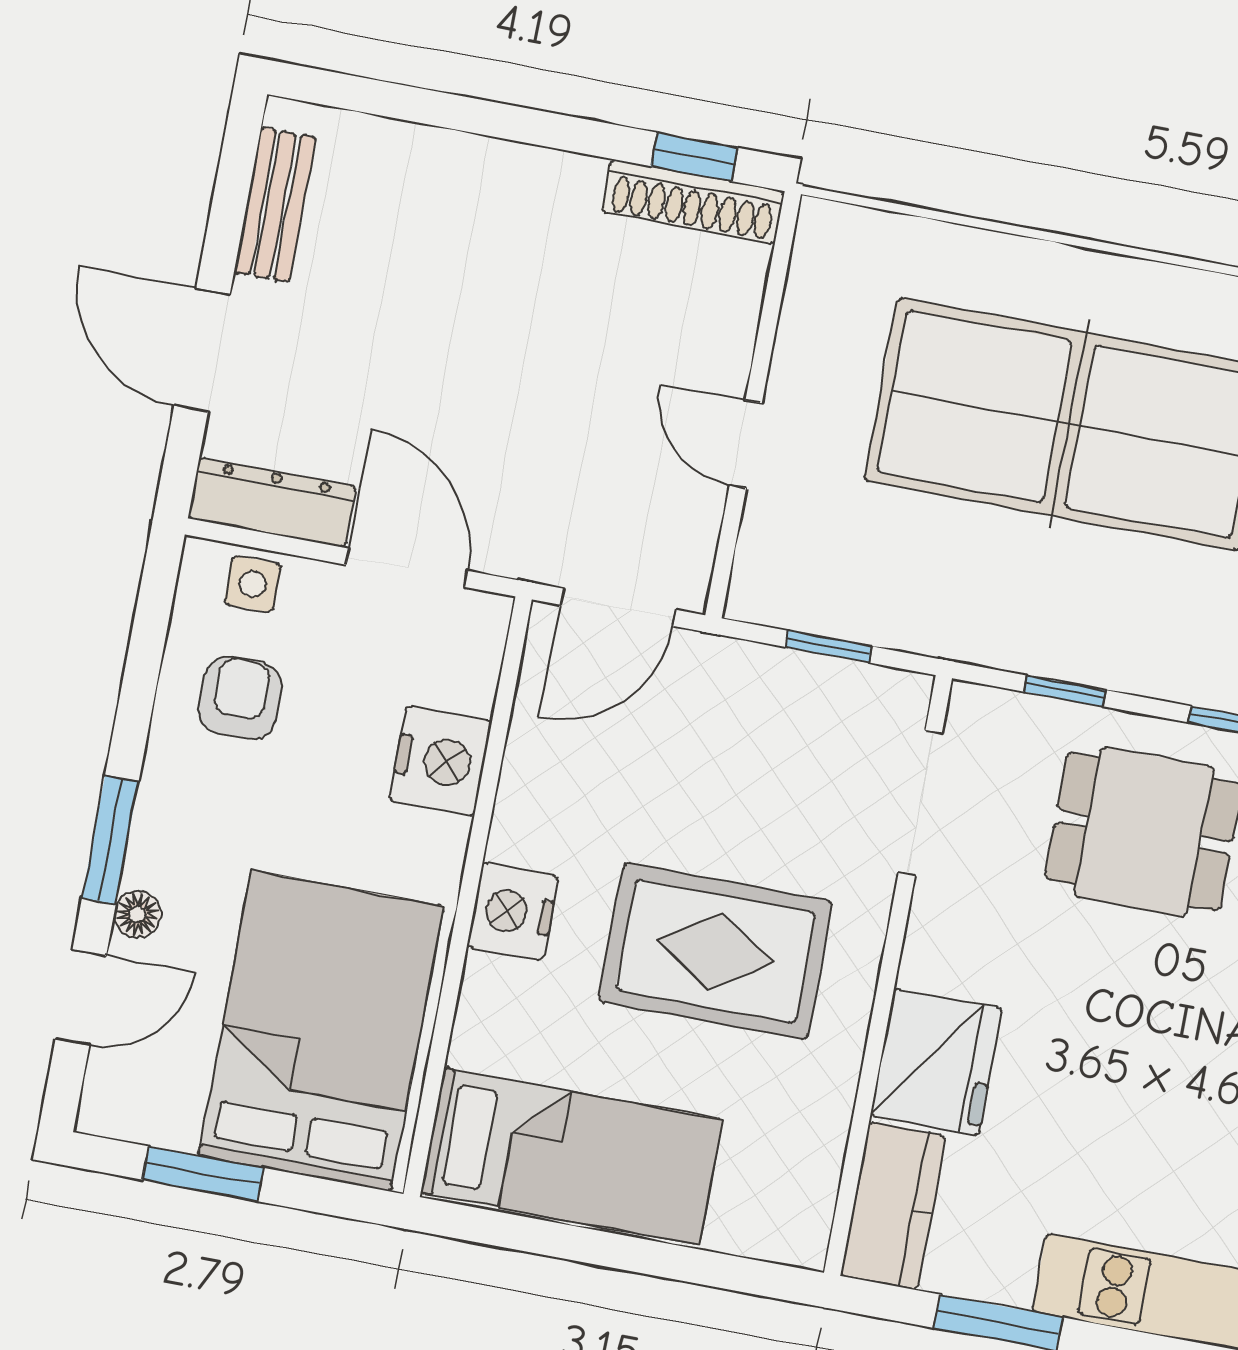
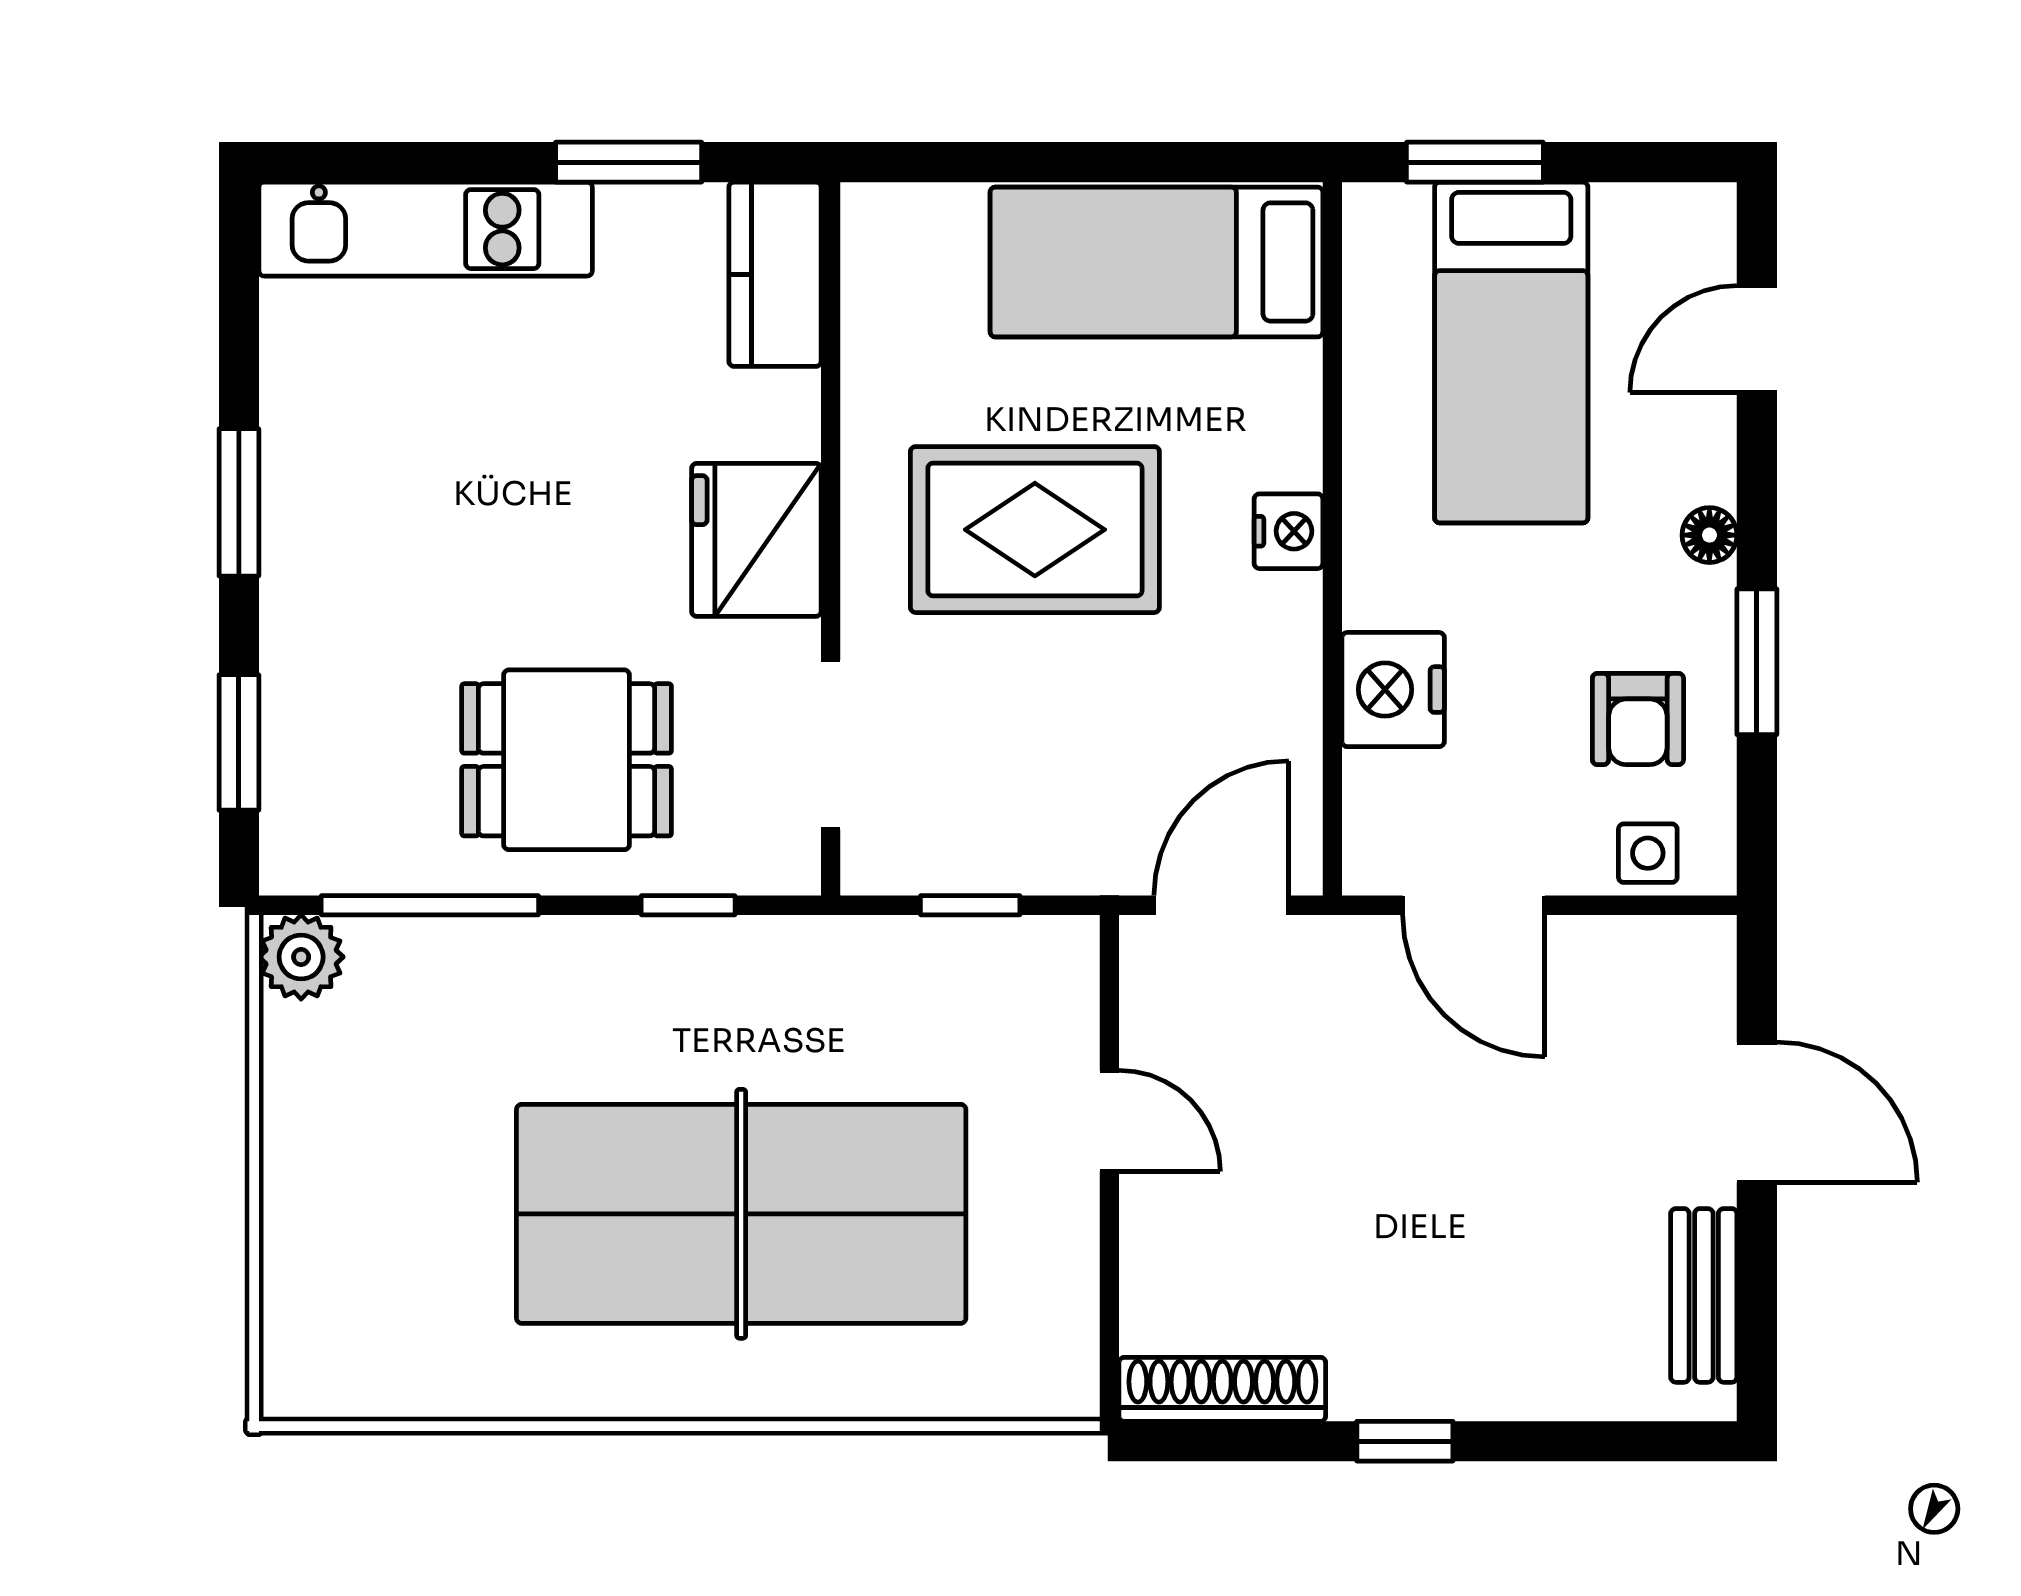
window: (694, 157) -> (1405, 1441), moved
dresser: (272, 502) -> (1643, 951), removed
window: (110, 840) -> (1757, 662), moved
nightstand: (513, 912) -> (1289, 531), width x0.74, depth x0.75
floor lamp: (137, 914) -> (1709, 535), moved
bed: (321, 1031) -> (1511, 352), width x0.67
fridge: (936, 1062) -> (756, 540), moved
window: (203, 1174) -> (1475, 162), moved

